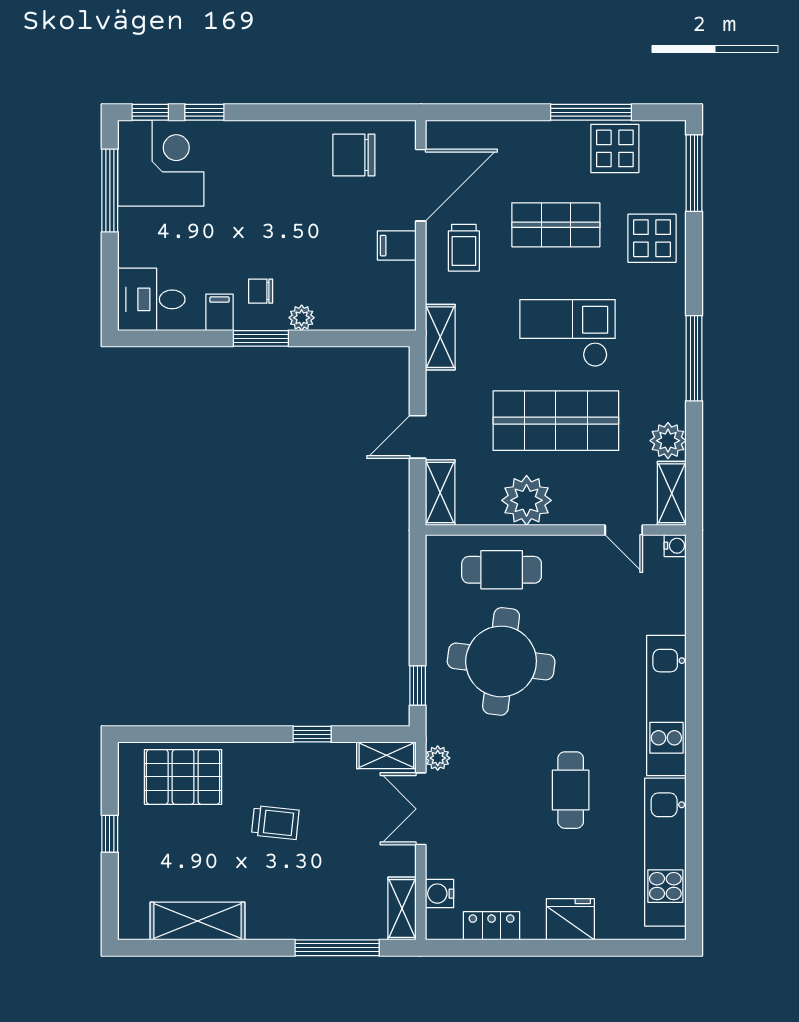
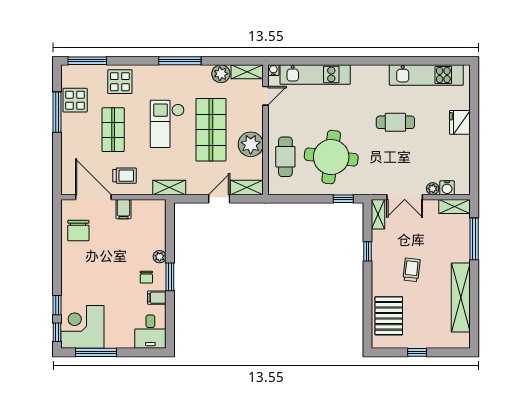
door: (418, 437) -> (219, 199), swing flipped
kitchen unit: (666, 705) -> (315, 74), moved
plant: (438, 758) -> (433, 189), moved
shelving: (198, 921) -> (461, 298), width x1.47
locker: (492, 926) -> (463, 162), removed

